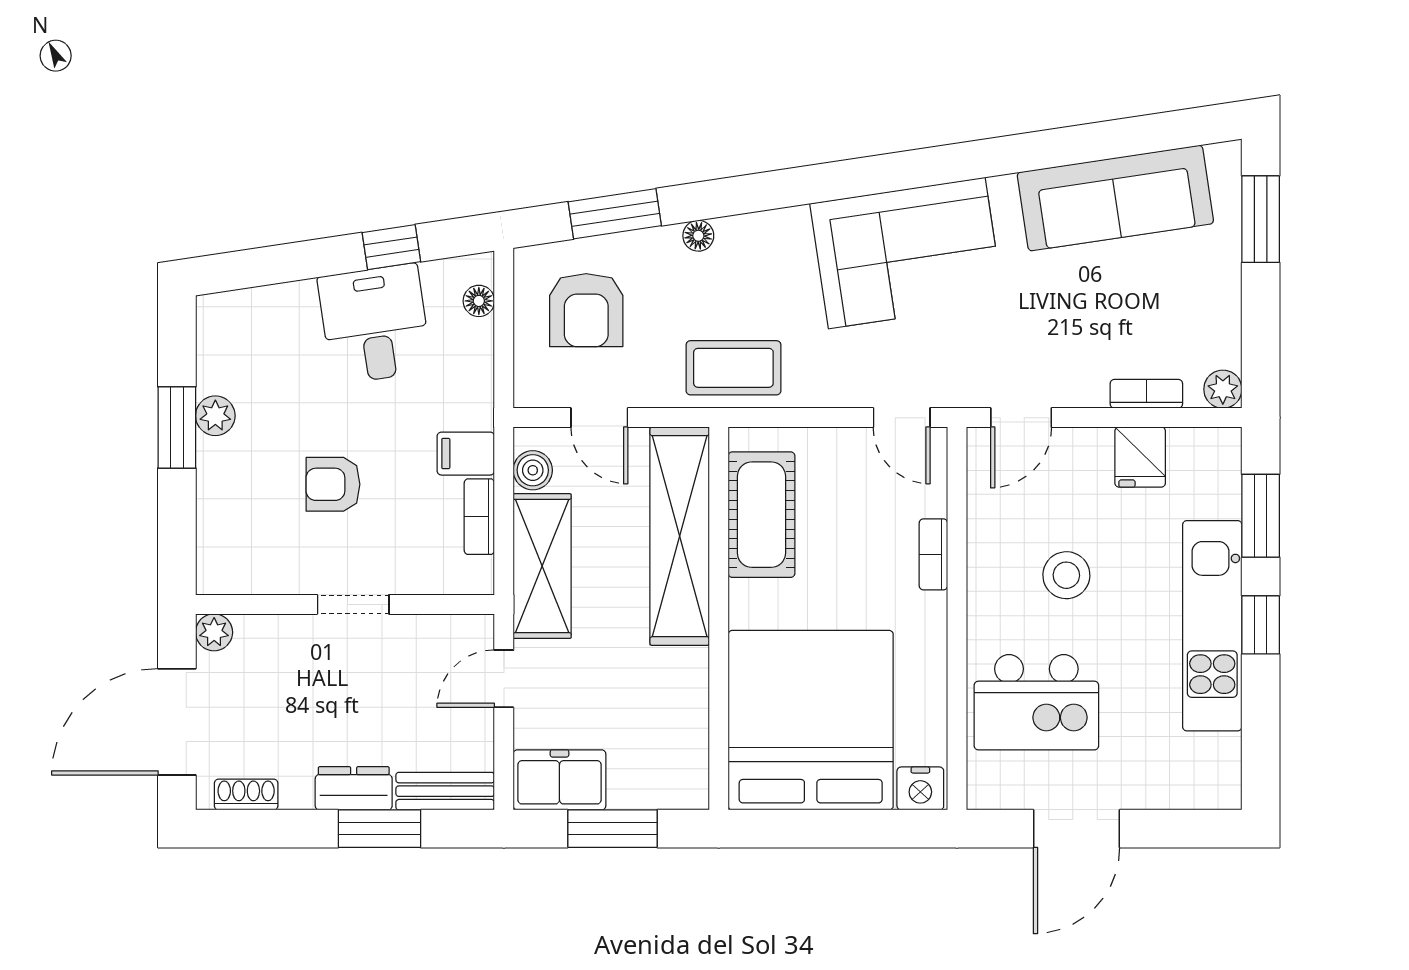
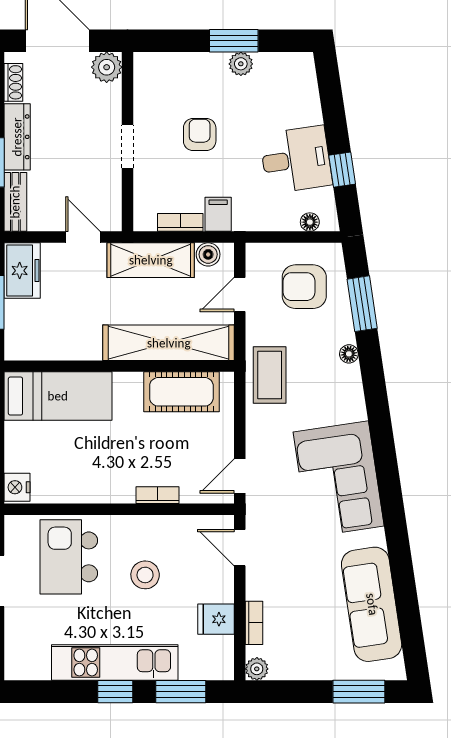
plant: (214, 632) -> (107, 67), width x1.38, depth x1.38
bed: (811, 720) -> (58, 396), width x0.49
dresser: (354, 788) -> (17, 137), width x1.44

